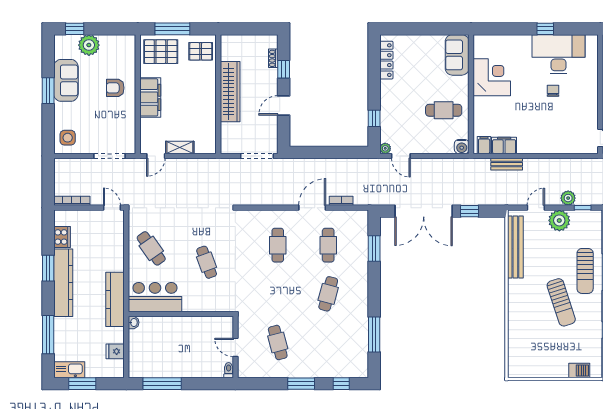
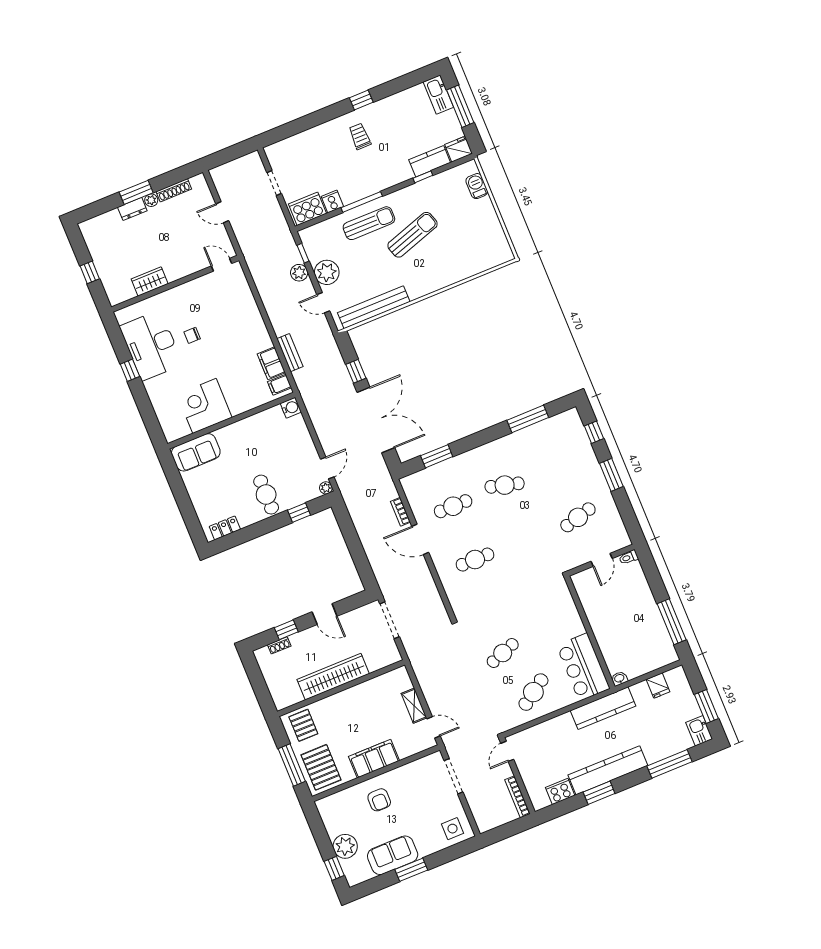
locker: (386, 60) -> (225, 528), width x0.66
cafe table: (444, 110) -> (266, 495), moved
cafe table: (207, 262) -> (503, 653), moved
kitchen sink: (69, 370) -> (699, 731), width x0.73

